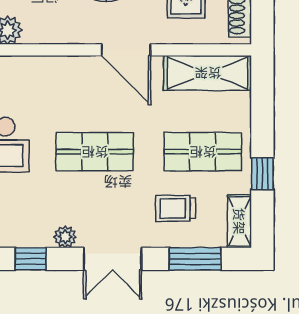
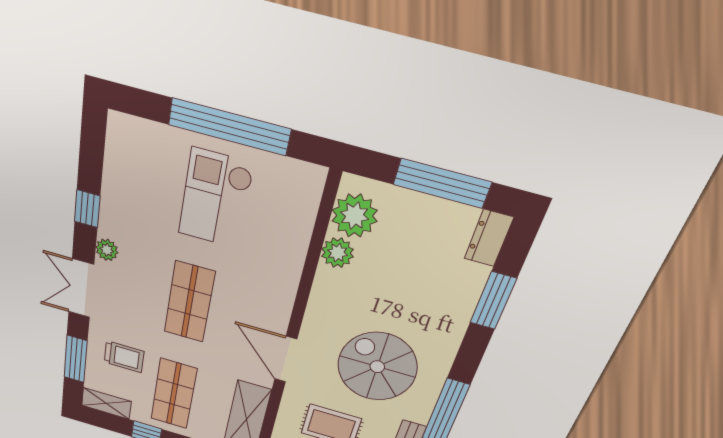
door: (126, 50) -> (286, 359), hinge flipped
trolley: (176, 208) -> (124, 357), turned 90

